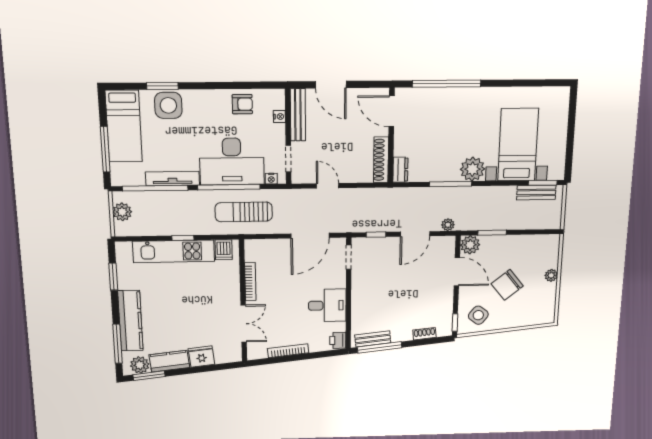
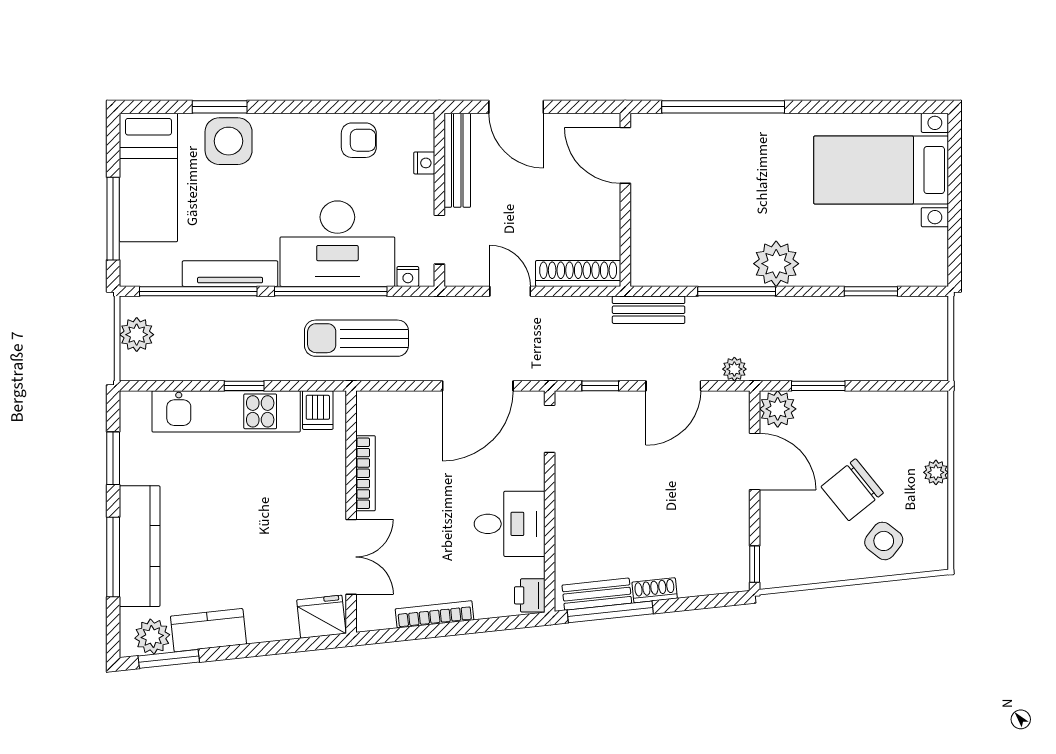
bed with nightstands: (518, 145) -> (881, 170), moved, turned -90
shoe rack: (381, 160) -> (578, 273), moved, turned 90
dresser: (400, 170) -> (643, 263), removed
window: (543, 183) -> (871, 291), moved
bench: (536, 193) -> (649, 310), moved
side table: (478, 315) -> (884, 541), moved
shoe rack: (424, 334) -> (655, 590), moved
window: (118, 344) -> (113, 557), moved
fridge: (201, 357) -> (321, 617), moved

